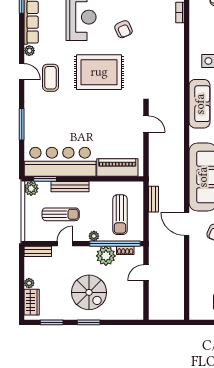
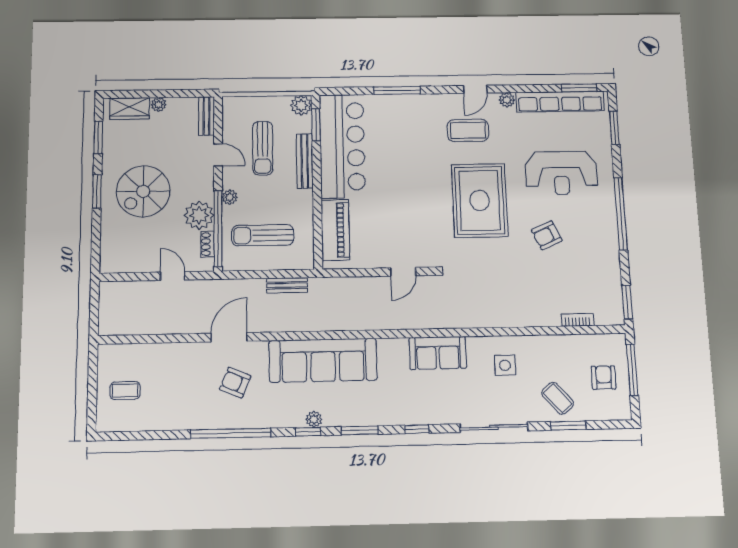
sofa: (200, 104) -> (438, 353), width x0.73
door: (187, 224) -> (229, 337), moved

